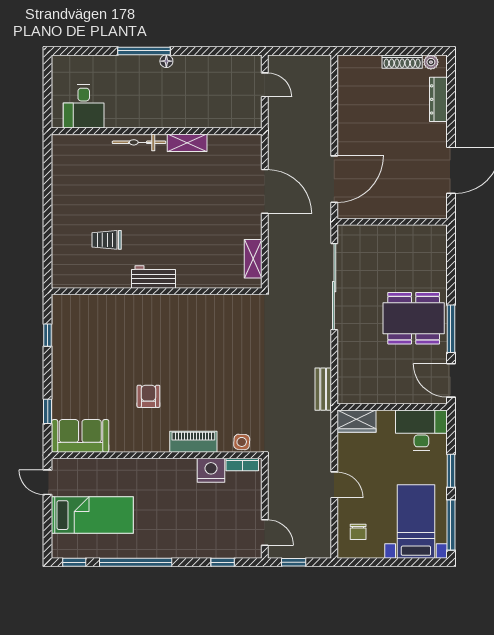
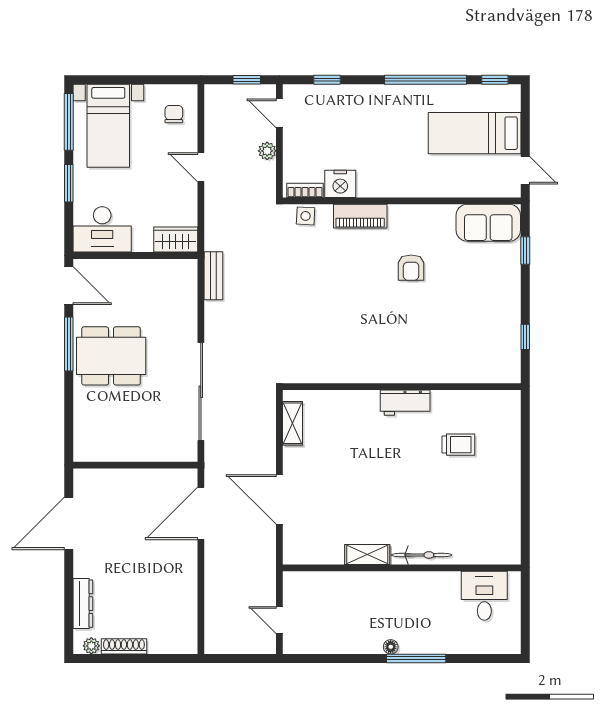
plant: (276, 499) -> (267, 151), added

